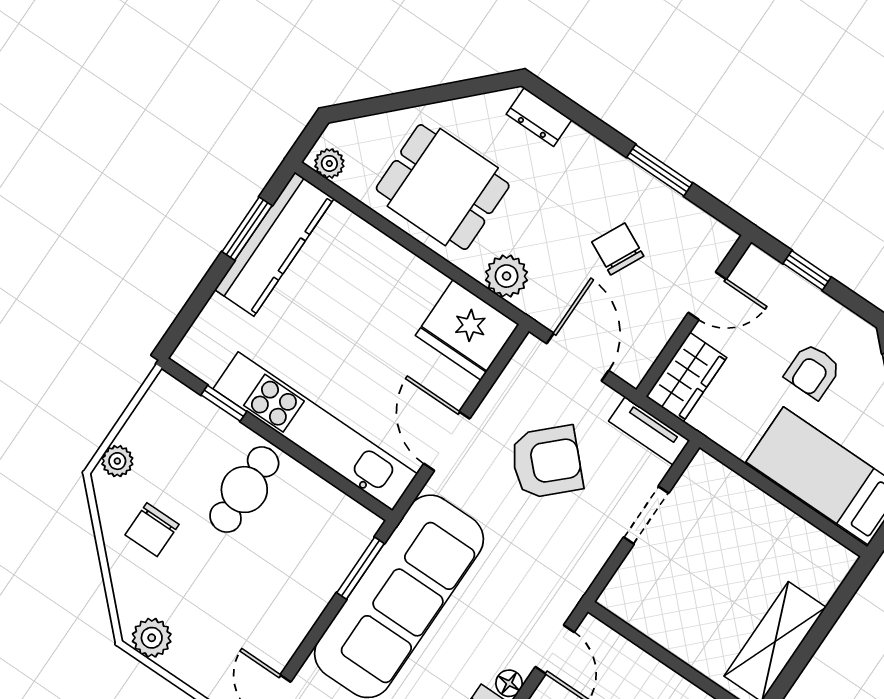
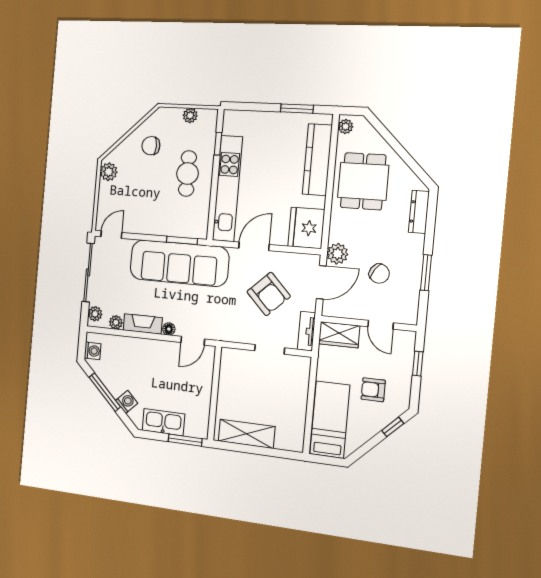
dresser: (539, 117) -> (419, 212), width x1.44
kitchen counter: (274, 244) -> (317, 160), moved, turned 90
chair: (618, 249) -> (379, 274), turned 97
plant: (507, 276) -> (337, 254), moved
plant: (117, 461) -> (190, 115), moved
cafe table: (244, 490) -> (187, 173), turned 90

